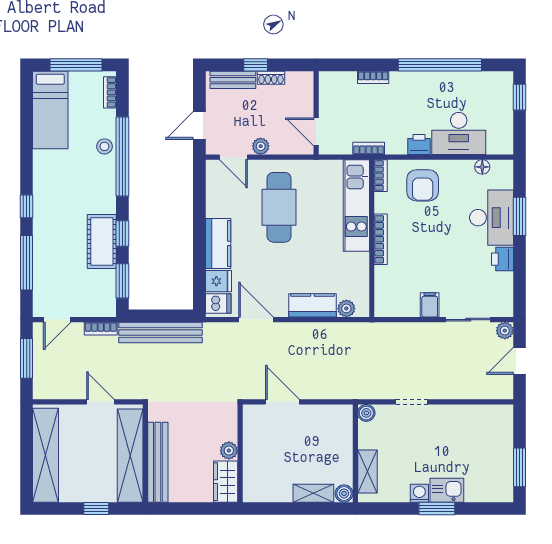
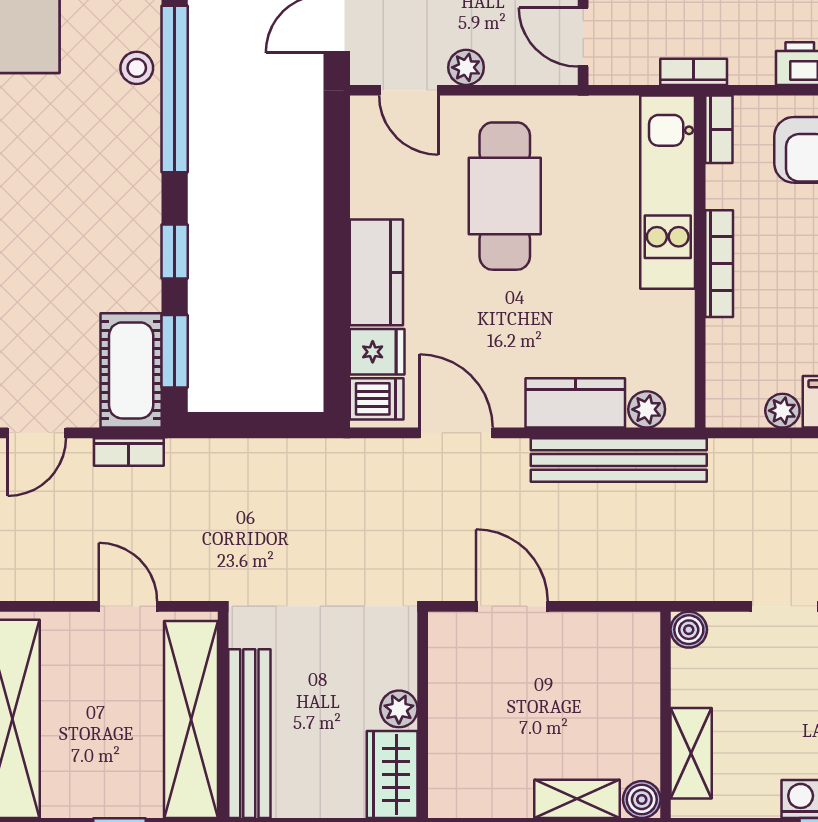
cot: (102, 242) -> (131, 370), moved
plant: (411, 309) -> (782, 411), added
bench: (161, 332) -> (619, 460), moved

